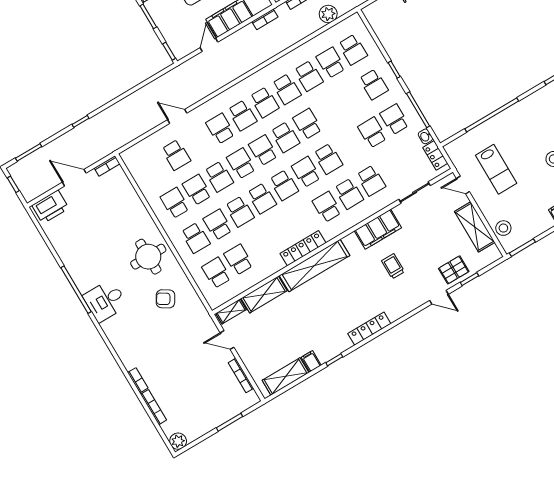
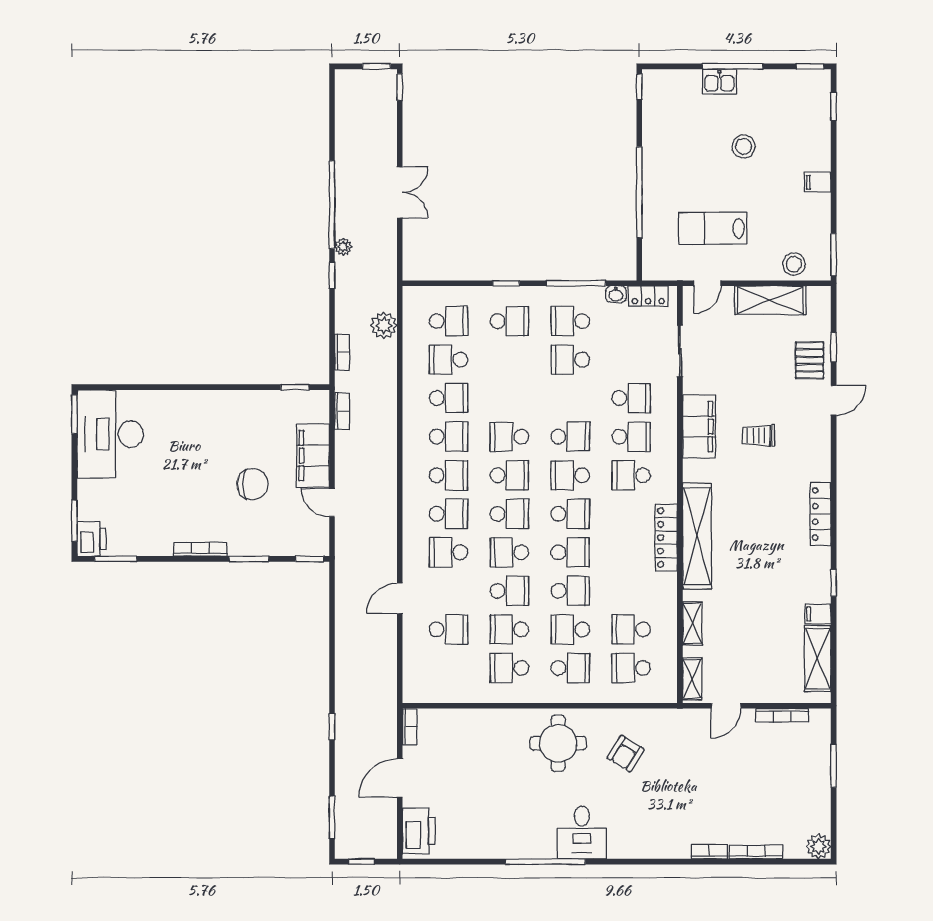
school desk: (263, 150) -> (509, 514), turned 180
lab bench: (496, 169) -> (713, 228), turned 180
shelving: (264, 294) -> (692, 623), width x0.67, depth x0.75

